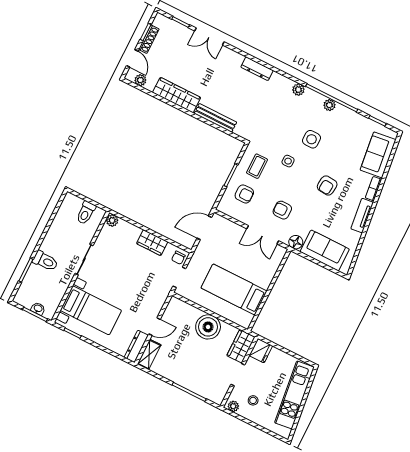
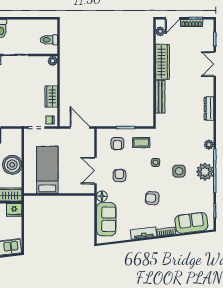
plant: (329, 105) -> (205, 172), width x1.88, depth x1.88

